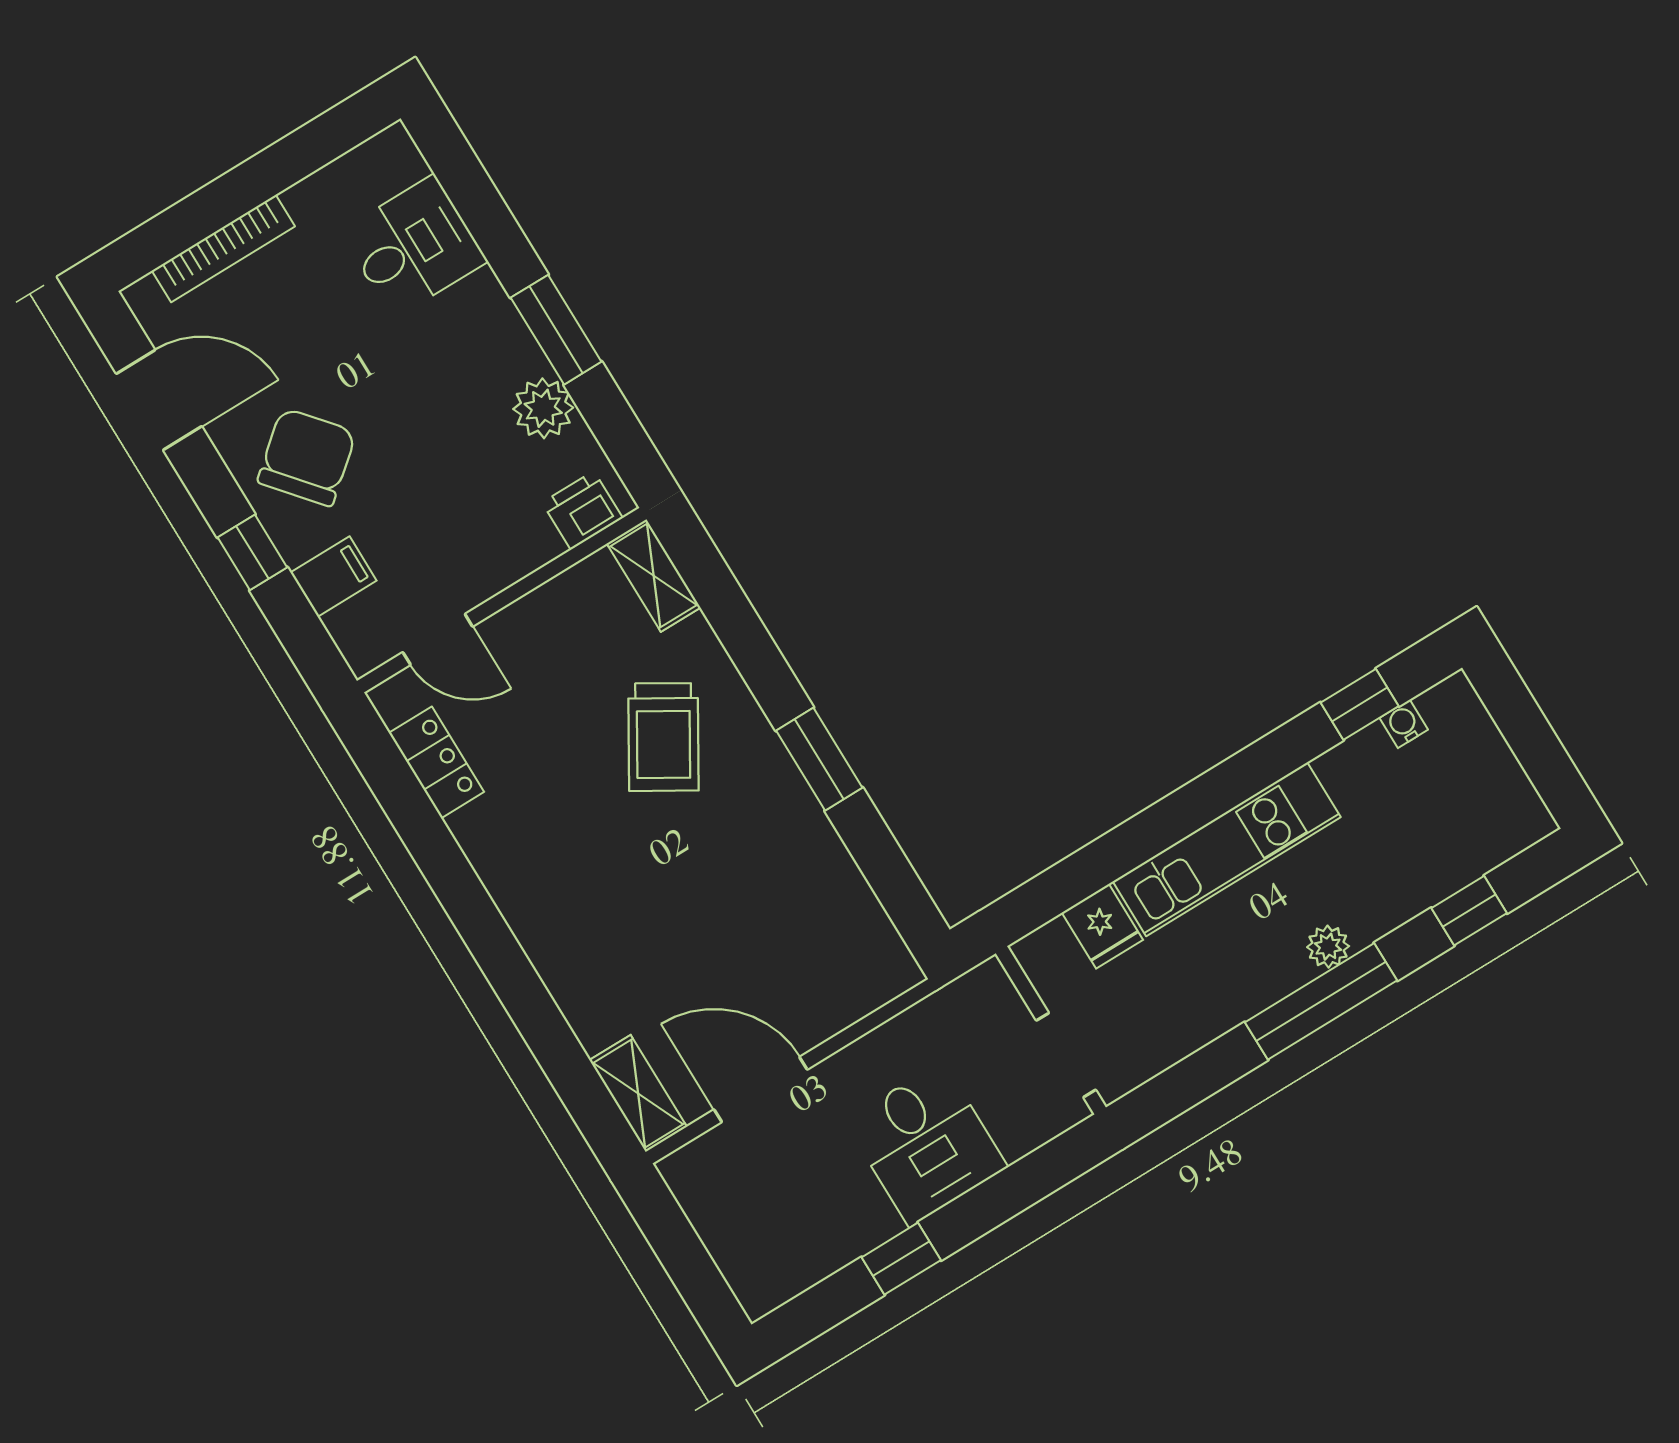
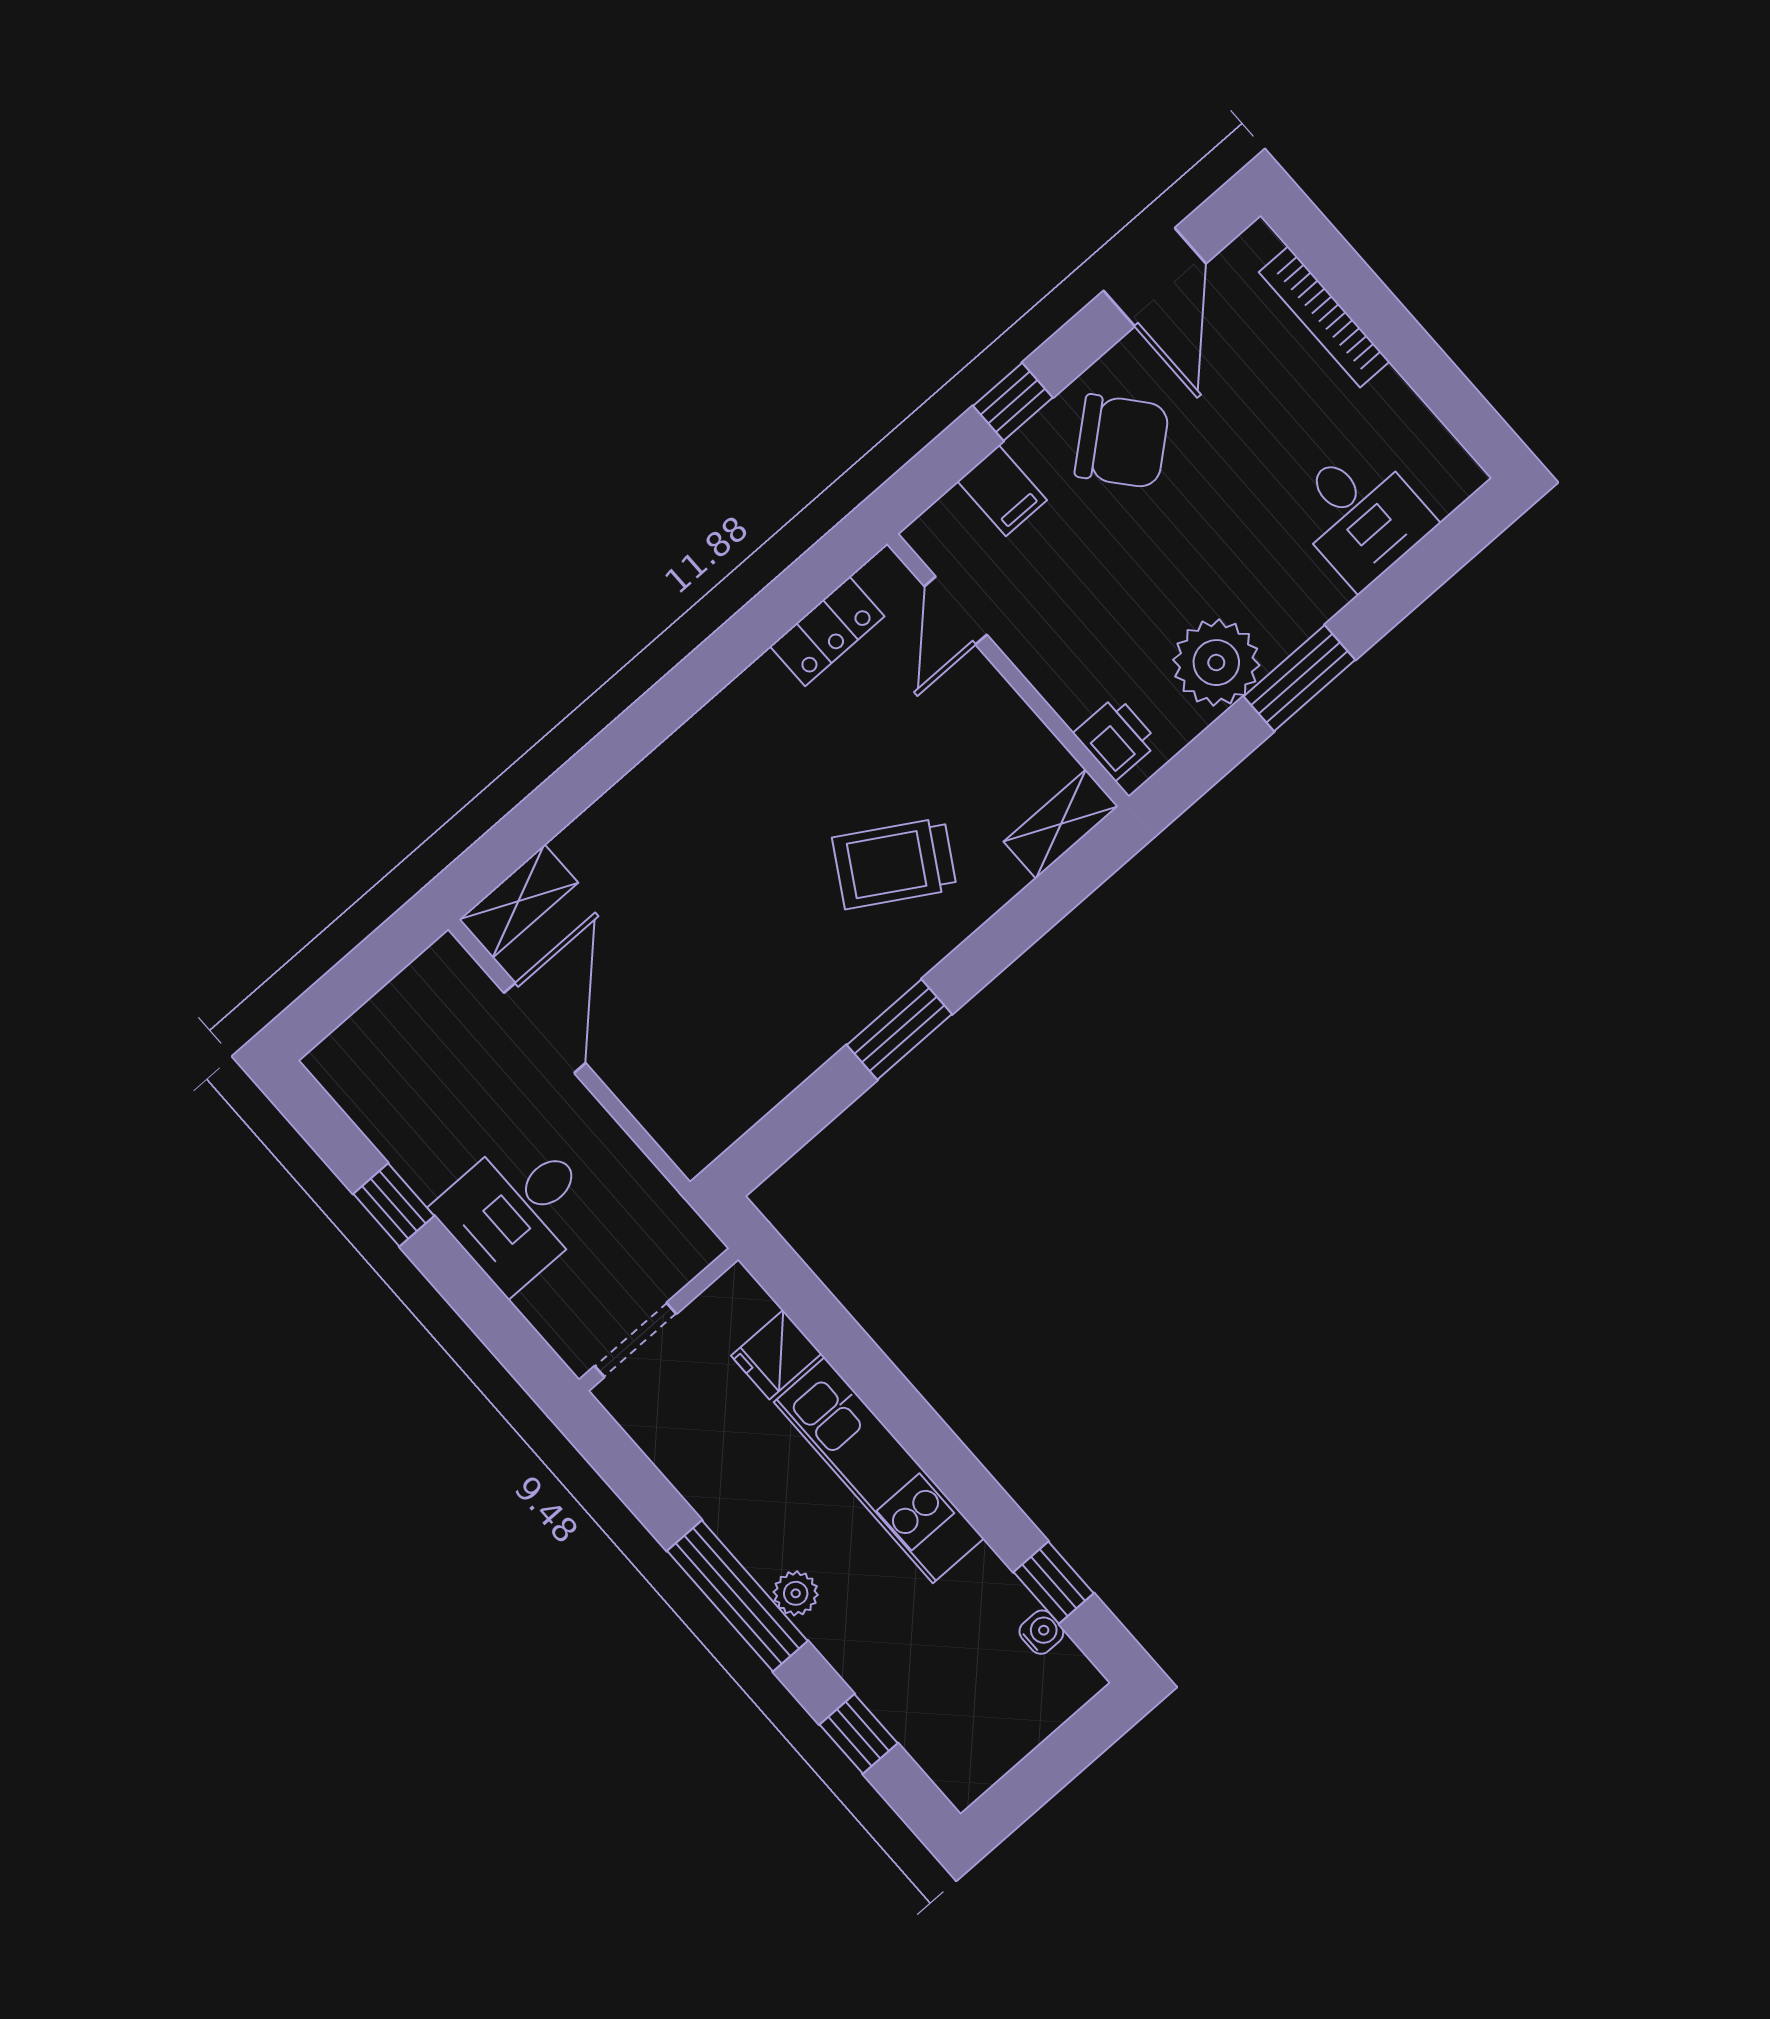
plant: (543, 408) -> (1216, 663), width x1.36, depth x1.36

